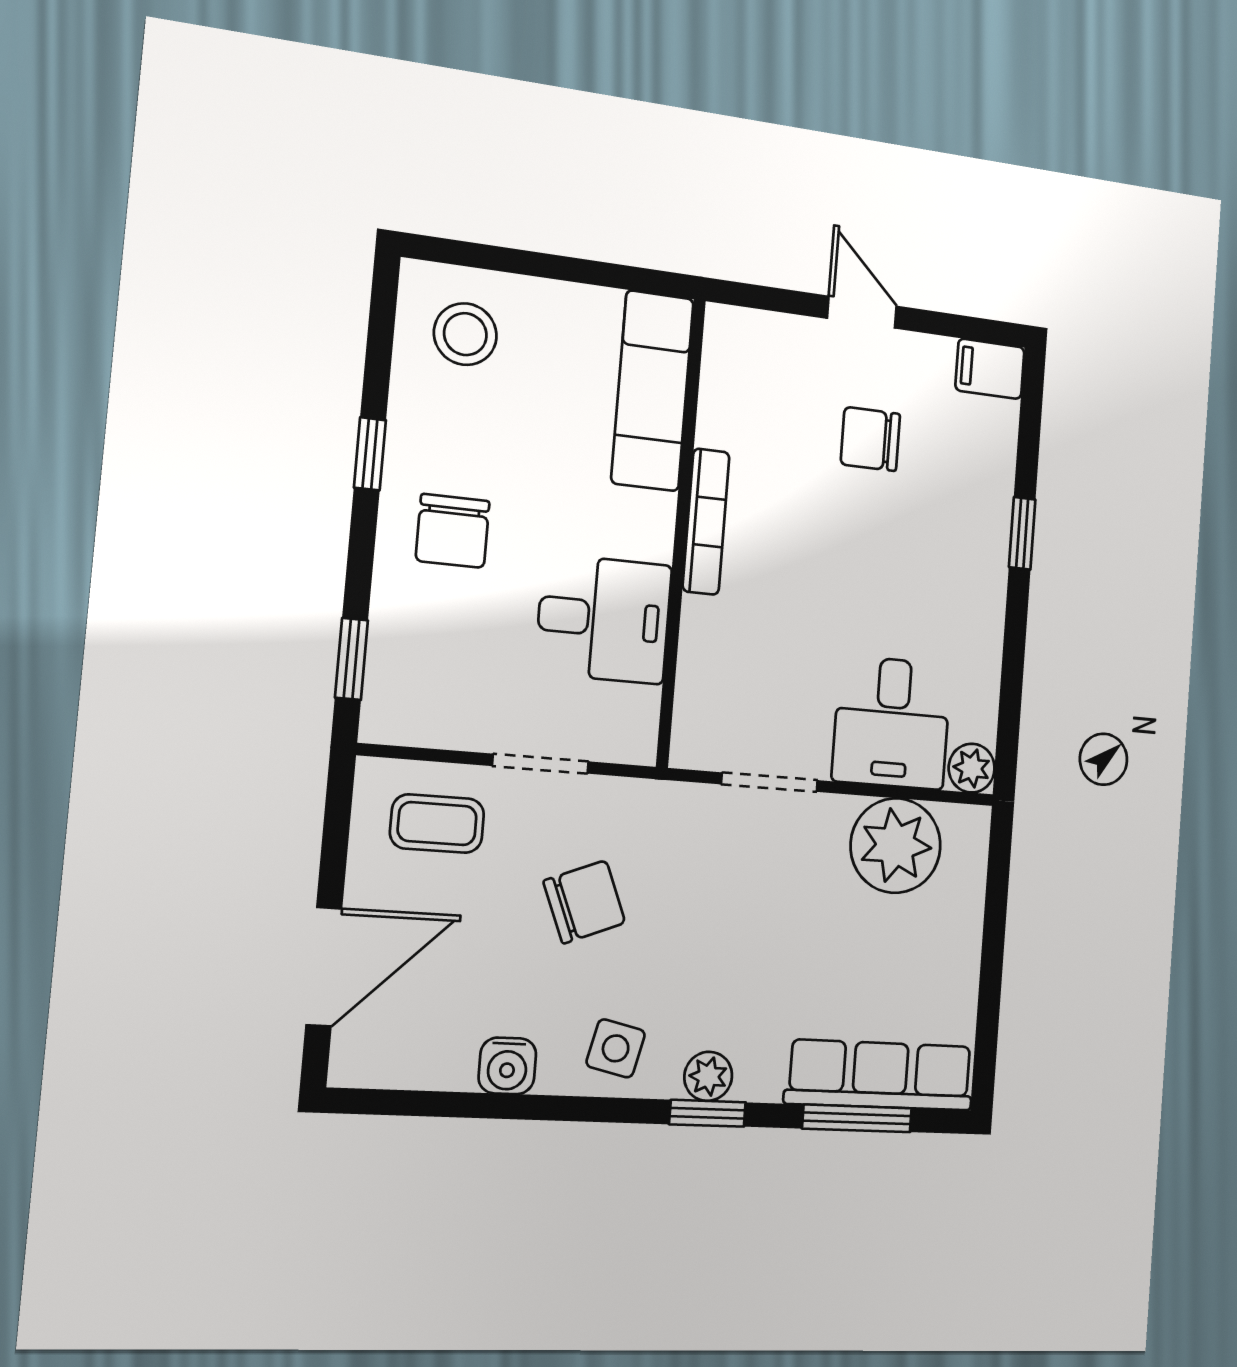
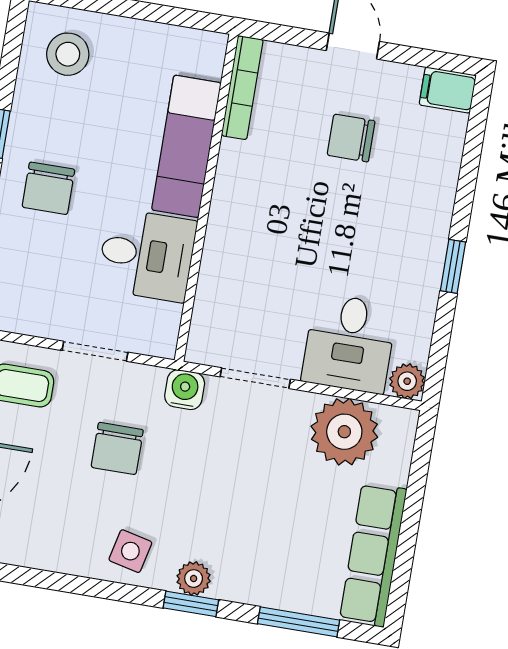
exam couch: (653, 391) -> (186, 146), moved
bookcase: (706, 522) -> (242, 88), moved
window: (1022, 533) -> (453, 266), moved
chair: (584, 902) -> (117, 448), turned 112
water cooler: (507, 1066) -> (185, 390), moved, turned 180
row of seats: (880, 1075) -> (373, 555), moved, turned -90

